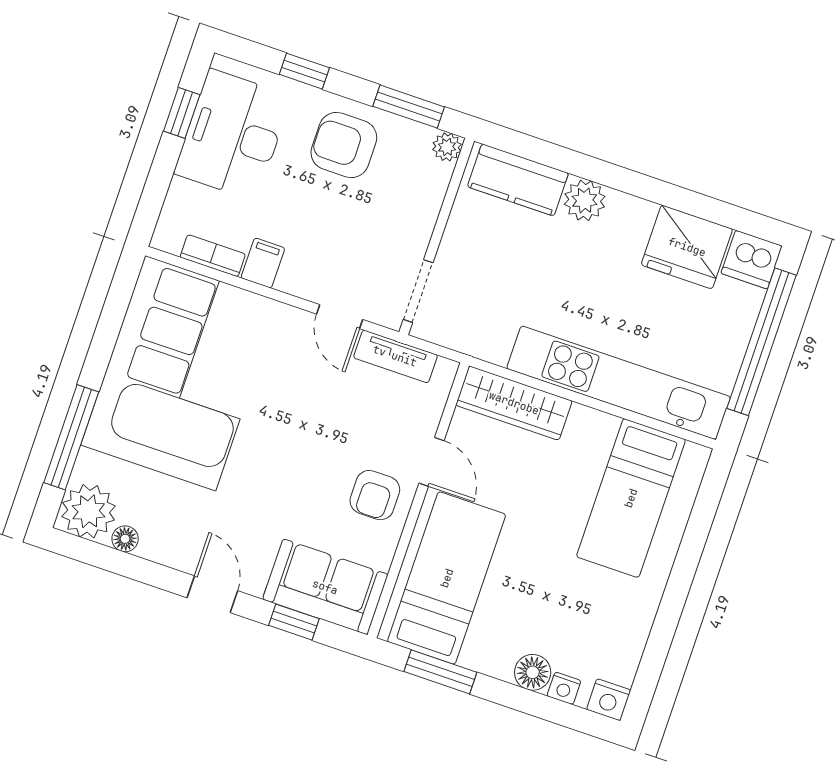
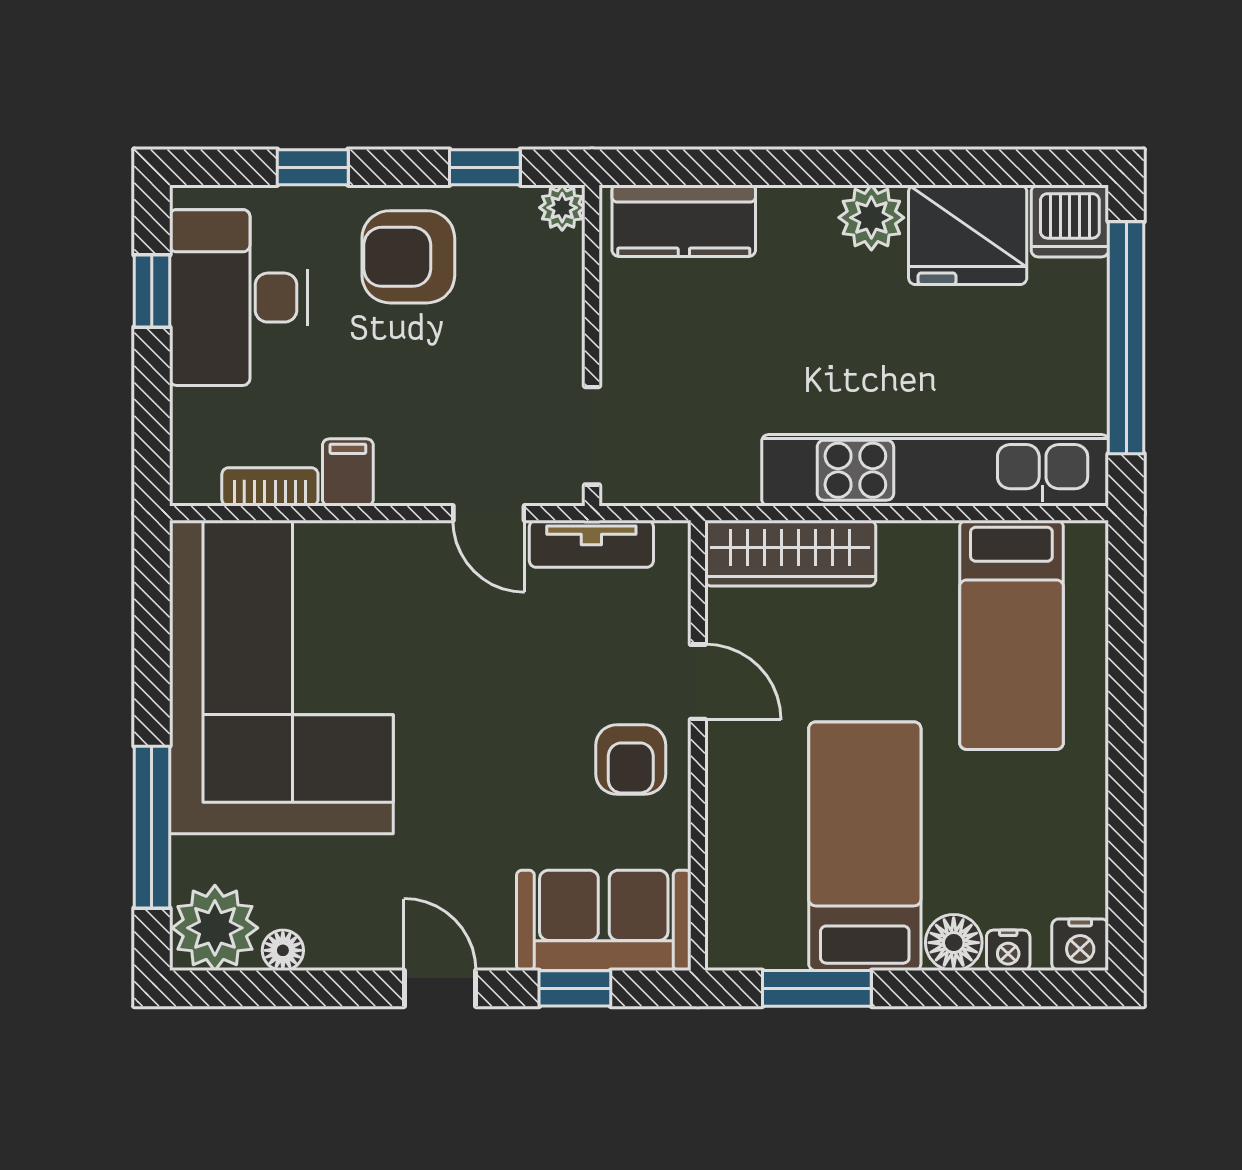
window: (409, 107) -> (485, 167), width x0.67
plant: (585, 200) -> (871, 218), moved
bed: (447, 578) -> (865, 846), moved

